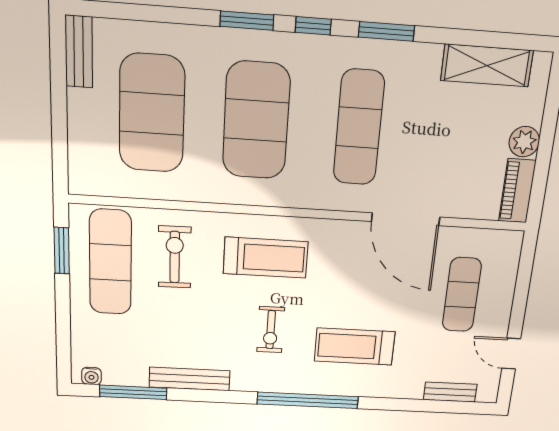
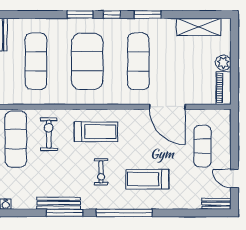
exercise mat: (152, 113) -> (36, 61), width x0.68
window: (133, 392) -> (65, 213), moved
bench: (450, 392) -> (216, 204), moved

